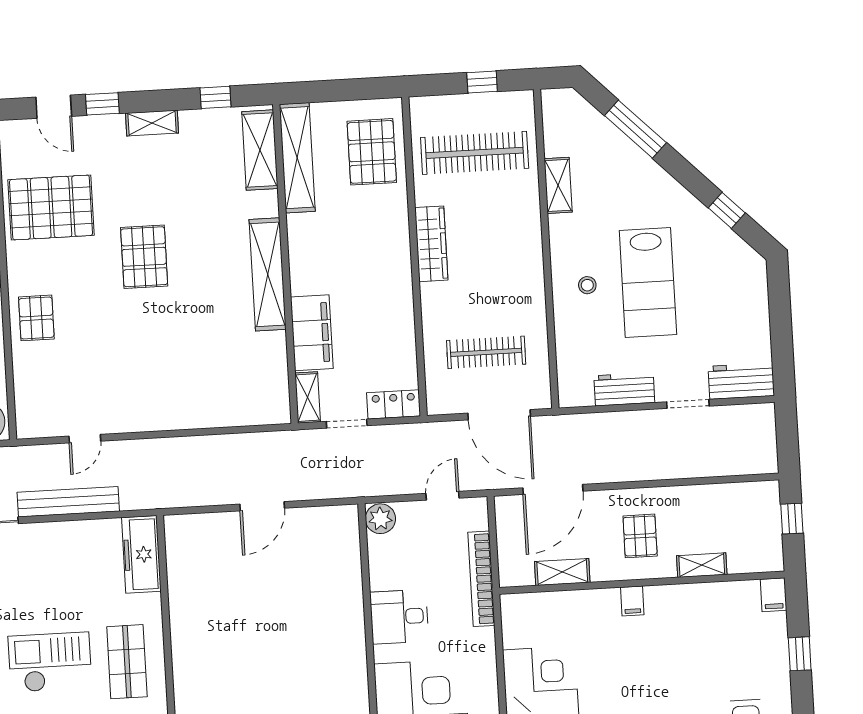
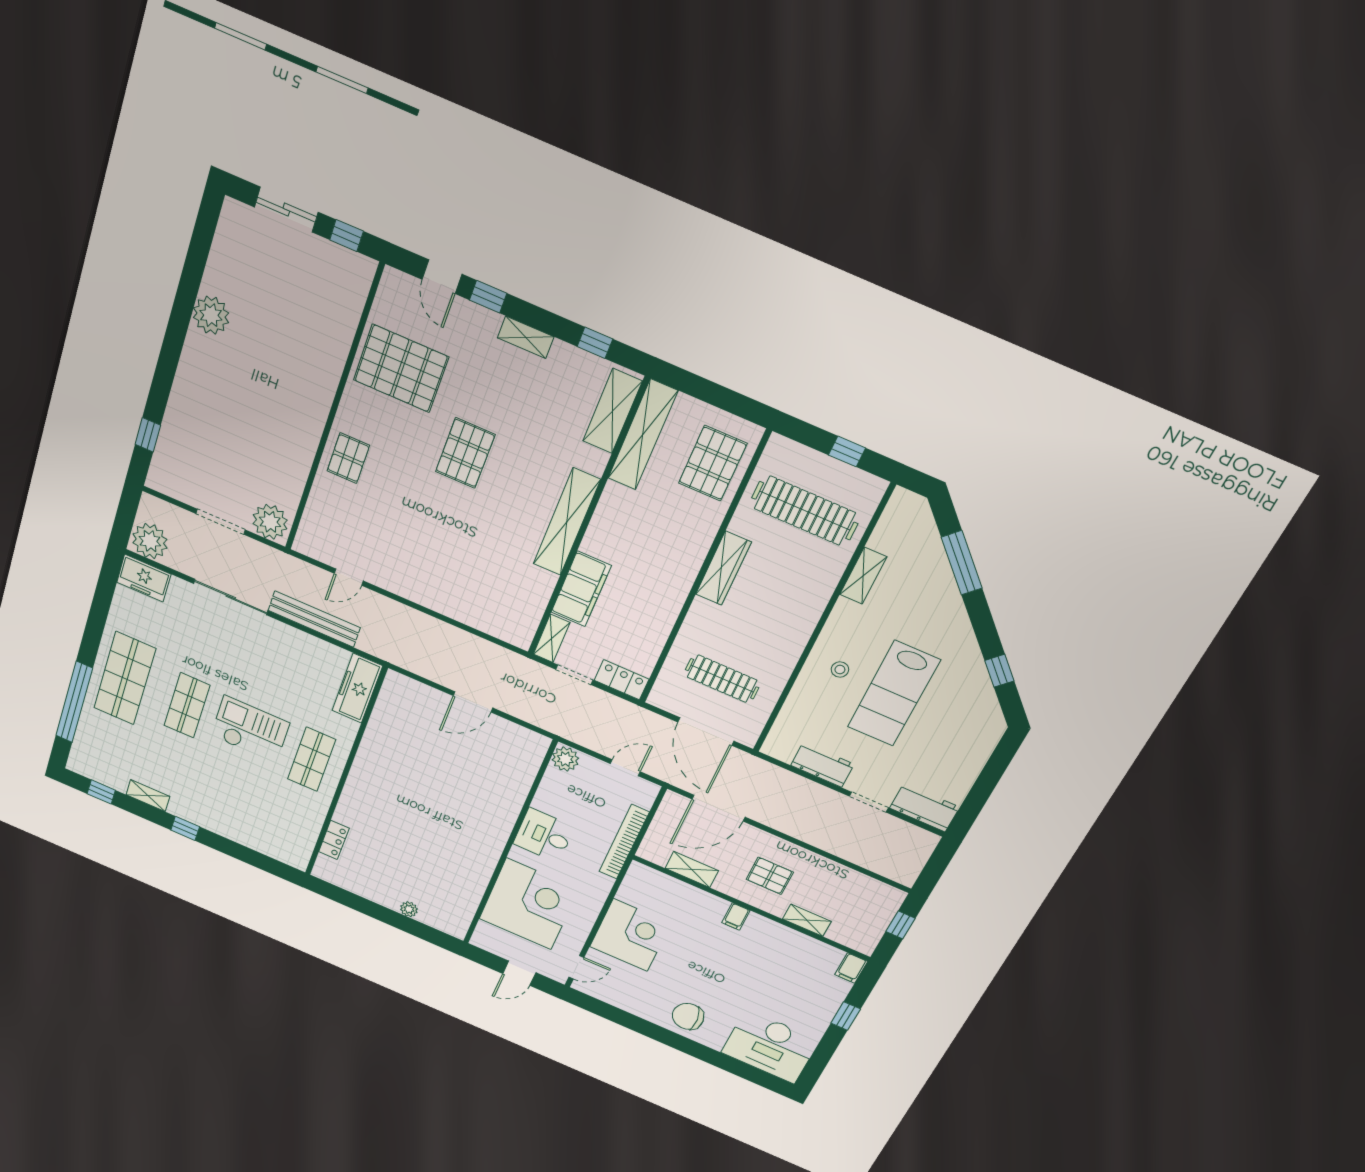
pallet: (640, 536) -> (770, 876), turned 90

